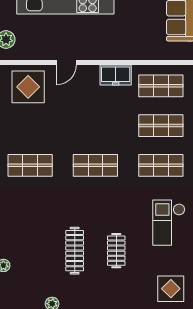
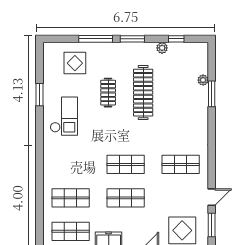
shop shelf: (161, 165) -> (126, 198), moved
clothes rail: (75, 251) -> (143, 93), width x1.37, depth x1.31
display table: (171, 289) -> (75, 63), moved

